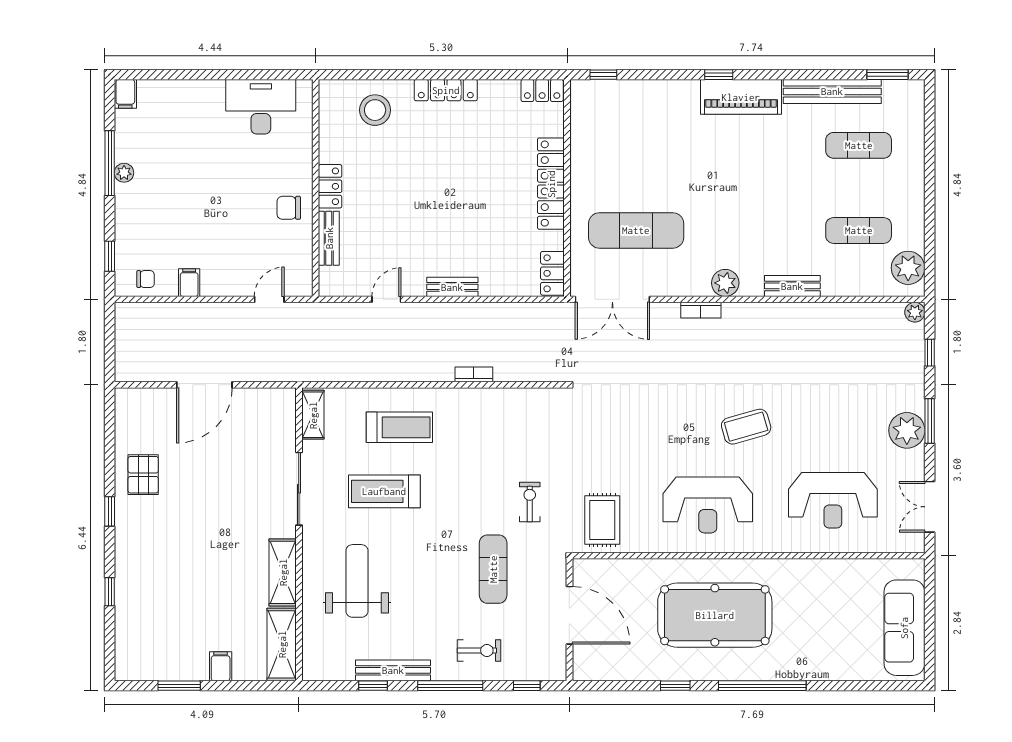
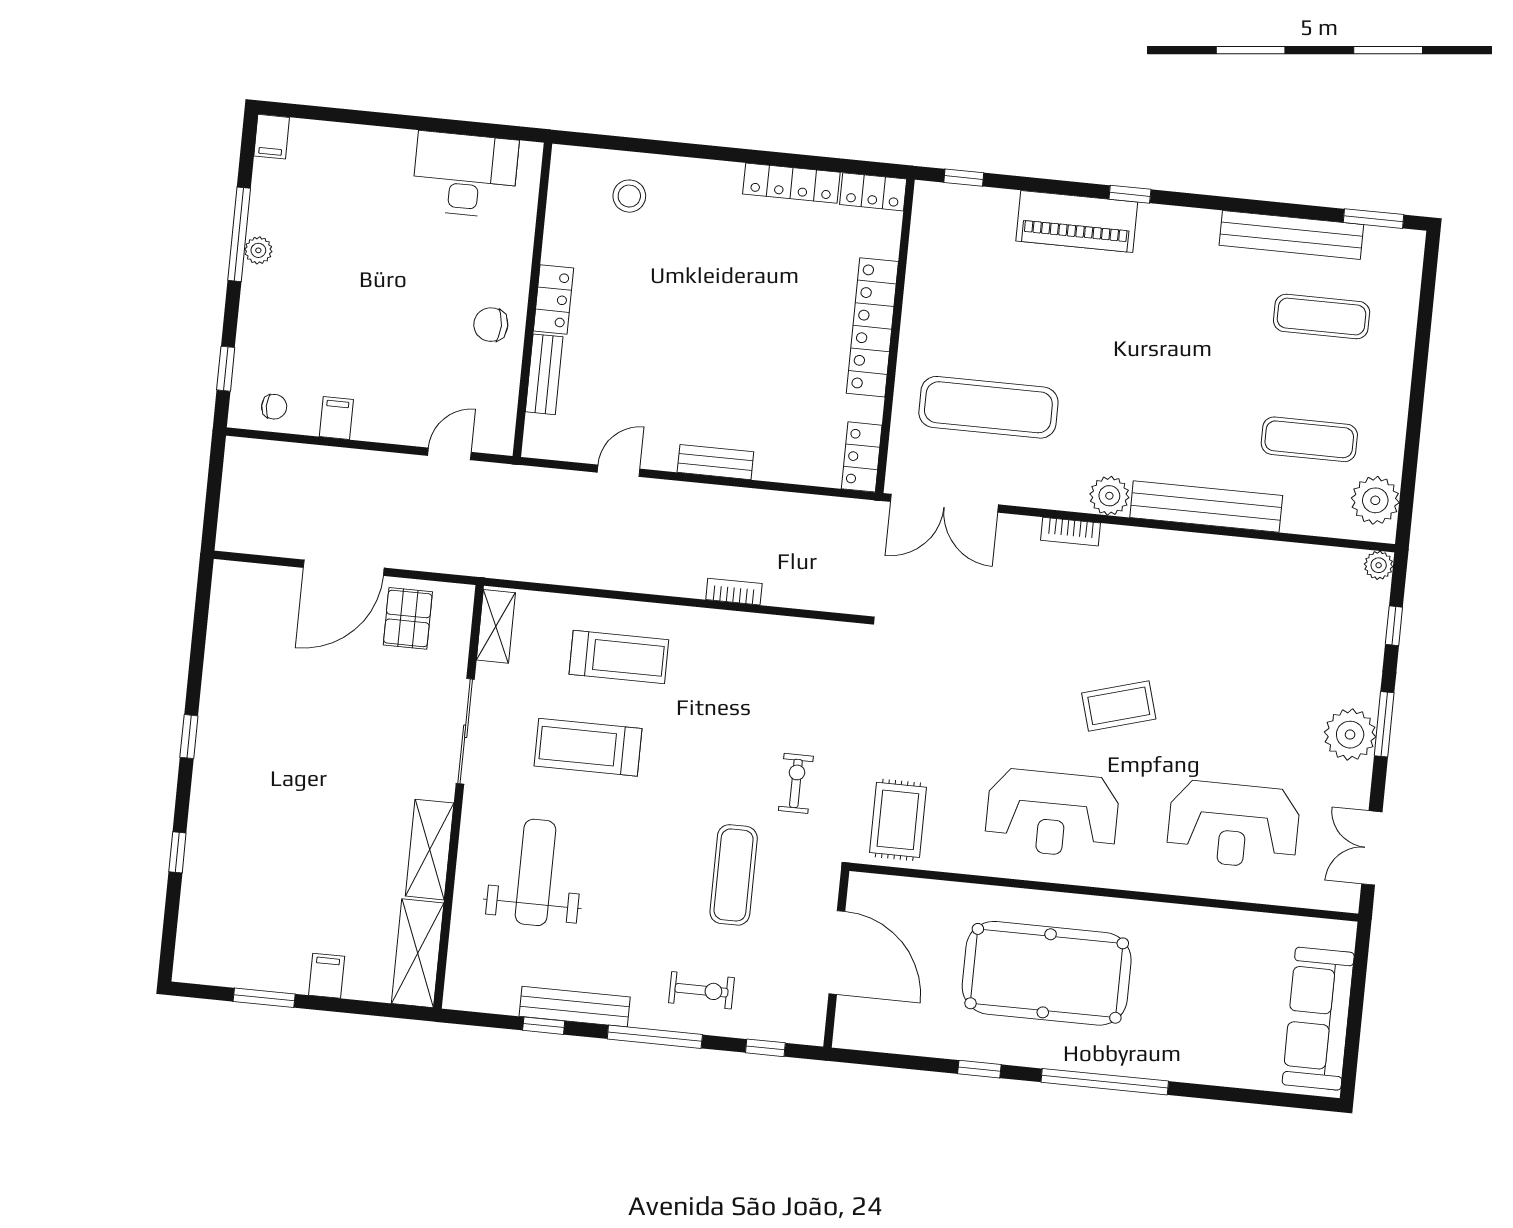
locker: (446, 90) -> (791, 183), moved
piano: (741, 97) -> (1077, 221), moved
stool: (375, 110) -> (629, 196), width x0.73, depth x0.73
bench: (792, 286) -> (1206, 507), width x1.86, depth x1.21
pallet: (143, 475) -> (408, 618), moved

